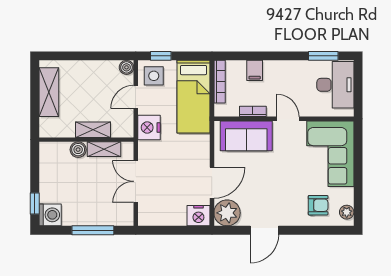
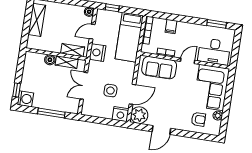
side table: (154, 76) -> (110, 91), moved
desk: (335, 85) -> (214, 51), moved, turned 90
door: (288, 119) -> (188, 61), hinge flipped
shelving: (93, 130) -> (73, 50), moved
plant: (347, 212) -> (218, 116), moved

